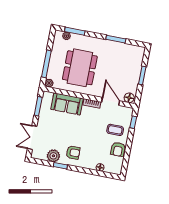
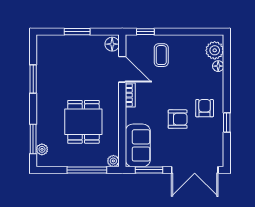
dining table: (80, 68) -> (83, 122), width x0.73
door: (111, 101) -> (122, 69), swing flipped
sofa: (67, 104) -> (138, 145), moved
double door: (32, 137) -> (195, 170), width x1.37
armchair: (118, 149) -> (178, 119), moved
plant: (53, 156) -> (215, 50), moved

